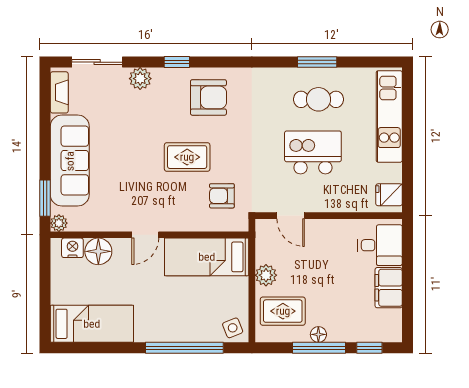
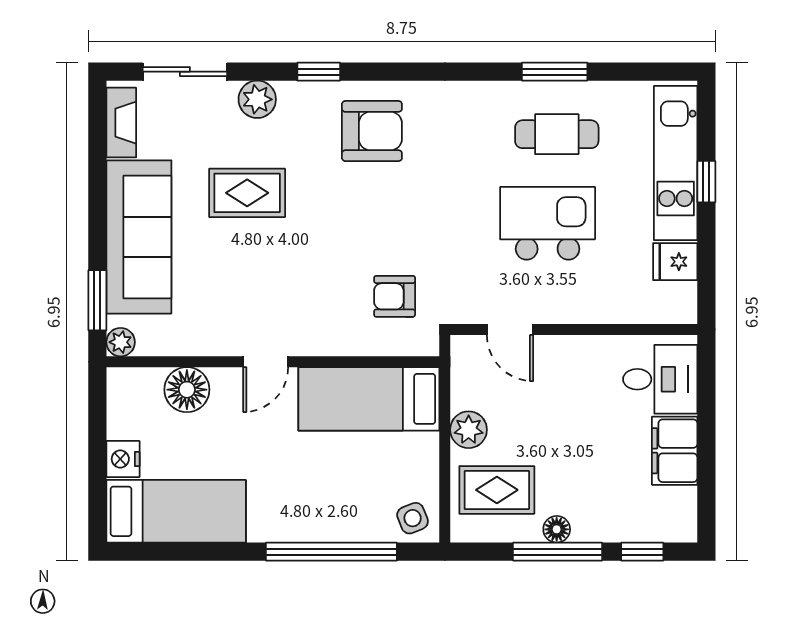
window: (408, 128) -> (706, 182), added
rug: (187, 157) -> (247, 193), moved
fridge: (389, 195) -> (675, 262), moved
nightstand: (72, 248) -> (123, 459), moved, turned -90

